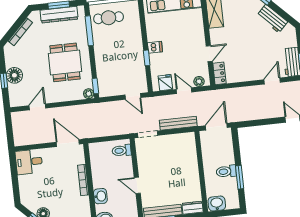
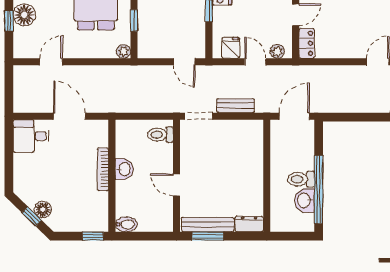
window: (95, 86) -> (134, 21), moved
bench: (178, 123) -> (236, 106), width x0.73
door: (68, 143) -> (69, 116), moved
window: (240, 177) -> (319, 189), width x2.11
washbasin: (100, 196) -> (124, 169), moved
washbasin: (217, 204) -> (304, 200), moved, turned -90

